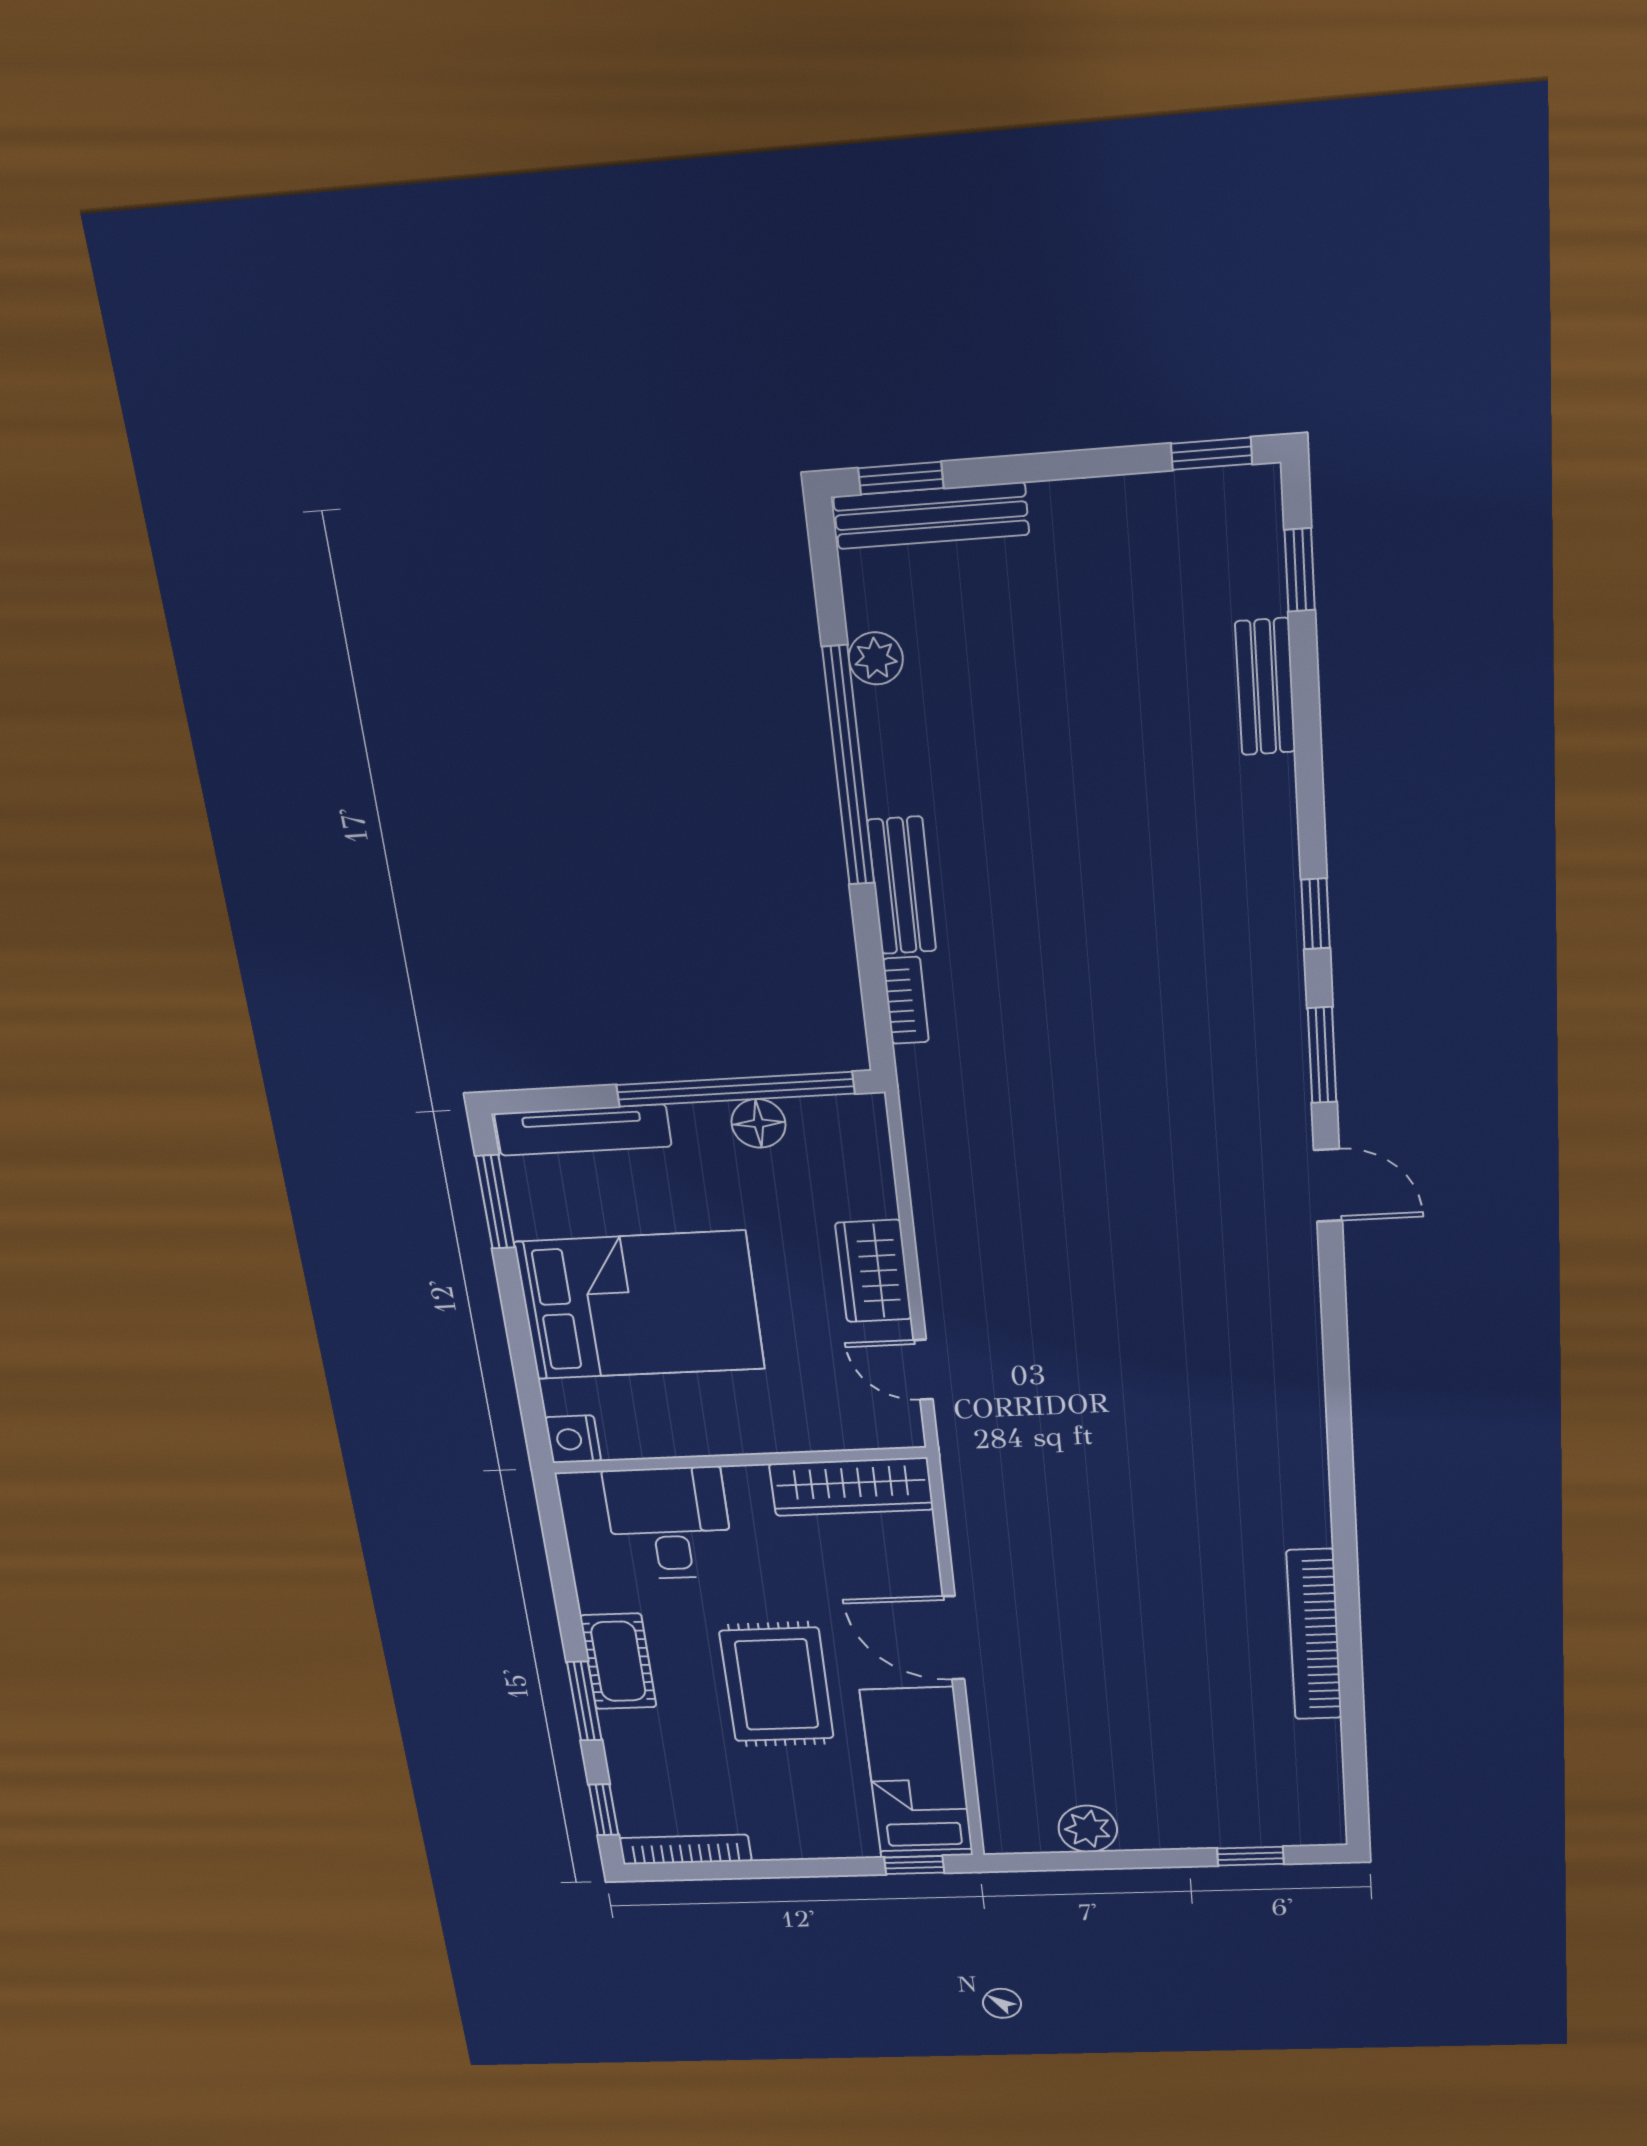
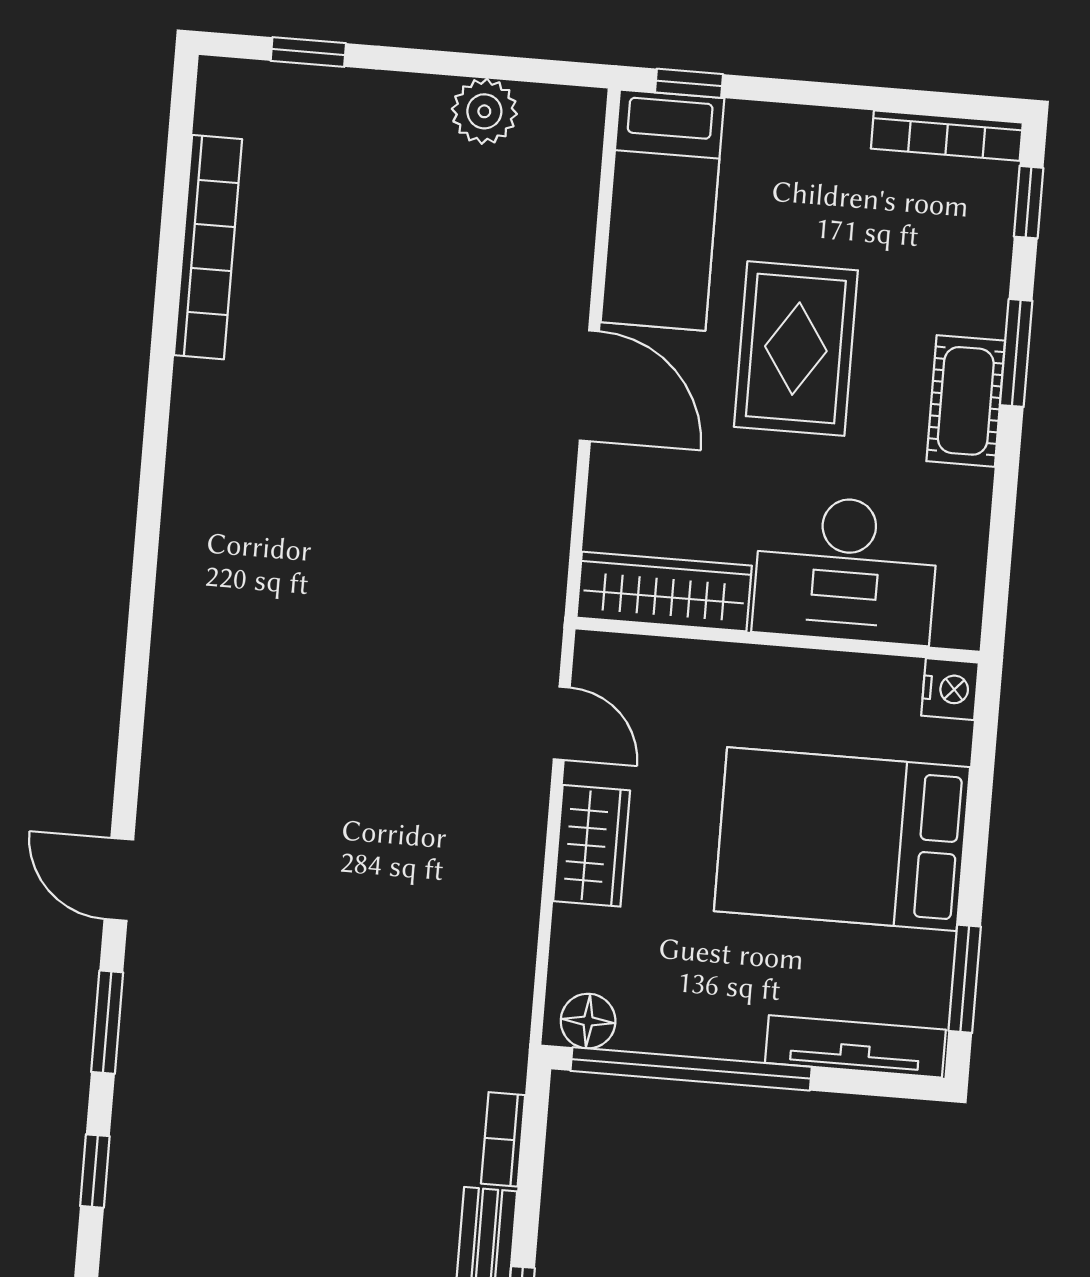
floor lamp: (759, 1123) -> (588, 1021), moved
desk: (669, 1523) -> (846, 569), width x1.37
bookcase: (1314, 1635) -> (208, 247), moved

